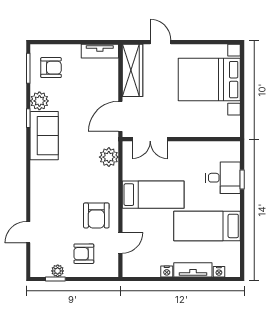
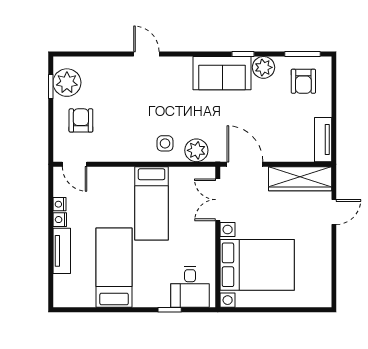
bed with nightstands: (209, 80) -> (257, 265), moved, turned 90
desk: (223, 178) -> (190, 287), moved
side table: (103, 183) -> (165, 143), added
armchair: (96, 215) -> (127, 135), removed
door: (28, 232) -> (146, 54), moved
door: (120, 243) -> (75, 164), moved
plant: (58, 271) -> (67, 83), width x1.88, depth x1.88
nightstand: (219, 272) -> (59, 204), moved

